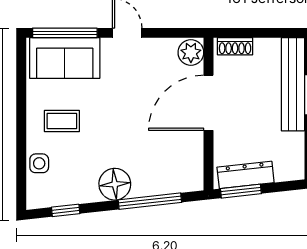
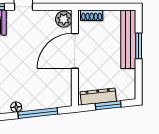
floor lamp: (115, 184) -> (16, 107), width x0.53, depth x0.53
window: (241, 191) -> (108, 105), moved

